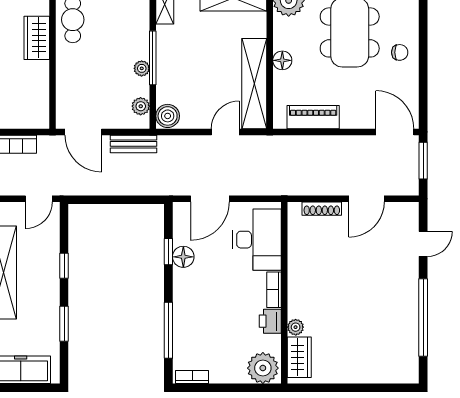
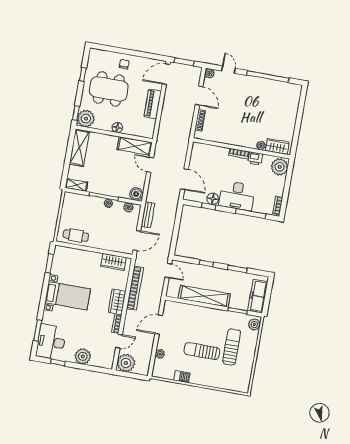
wardrobe: (37, 38) -> (114, 262), moved
shelving: (254, 84) -> (135, 146), width x0.68
piano: (313, 117) -> (153, 104), moved
plant: (410, 211) -> (209, 73), added
desk: (257, 240) -> (237, 196), moved, turned 180

